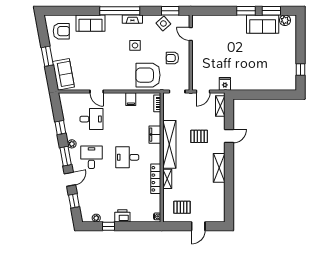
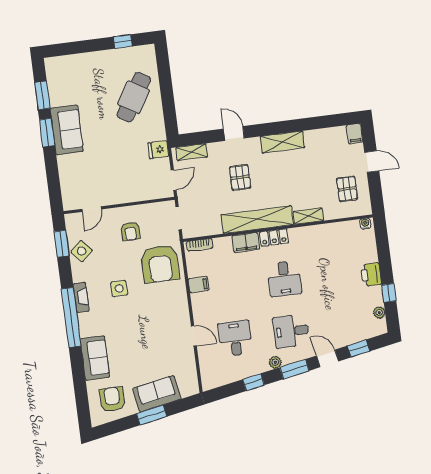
plant: (285, 20) -> (54, 74), removed
sofa: (263, 24) -> (67, 130), moved
cafe table: (262, 72) -> (134, 97), added
sofa: (63, 74) -> (157, 394), moved
door: (97, 92) -> (194, 336), hinge flipped
door: (203, 92) -> (174, 180), hinge flipped
locker: (156, 179) -> (274, 238), moved, width x0.66
filing cabinet: (218, 217) -> (355, 134), added

